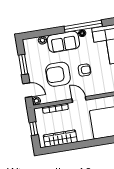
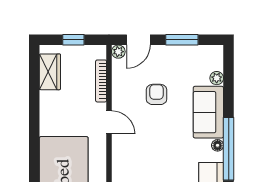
armchair: (84, 70) -> (156, 139), removed
armchair: (58, 74) -> (156, 94), width x0.53, depth x0.53
door: (79, 100) -> (109, 122), hinge flipped
wardrobe: (60, 139) -> (50, 72), width x0.67

